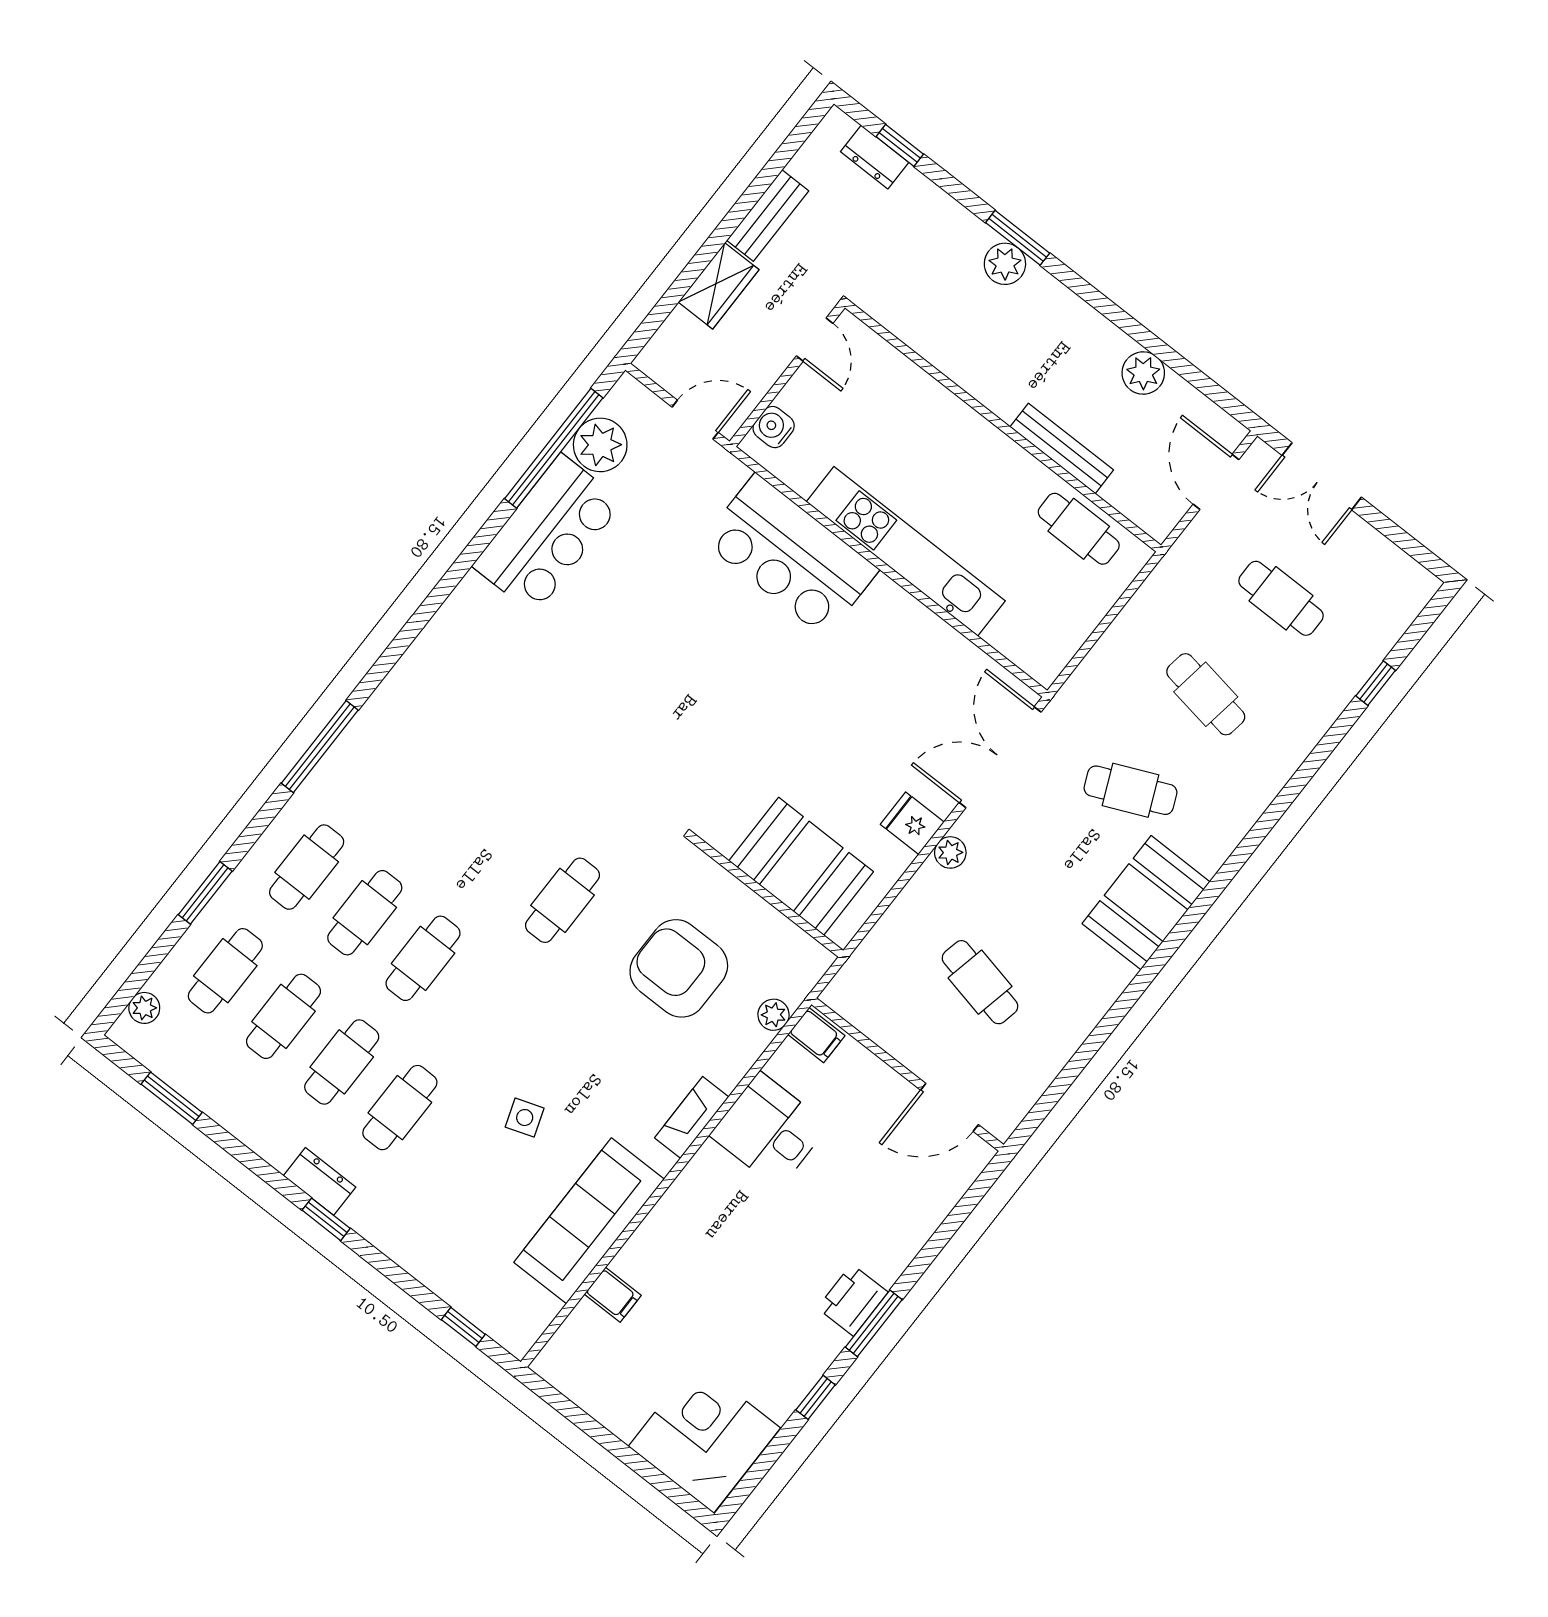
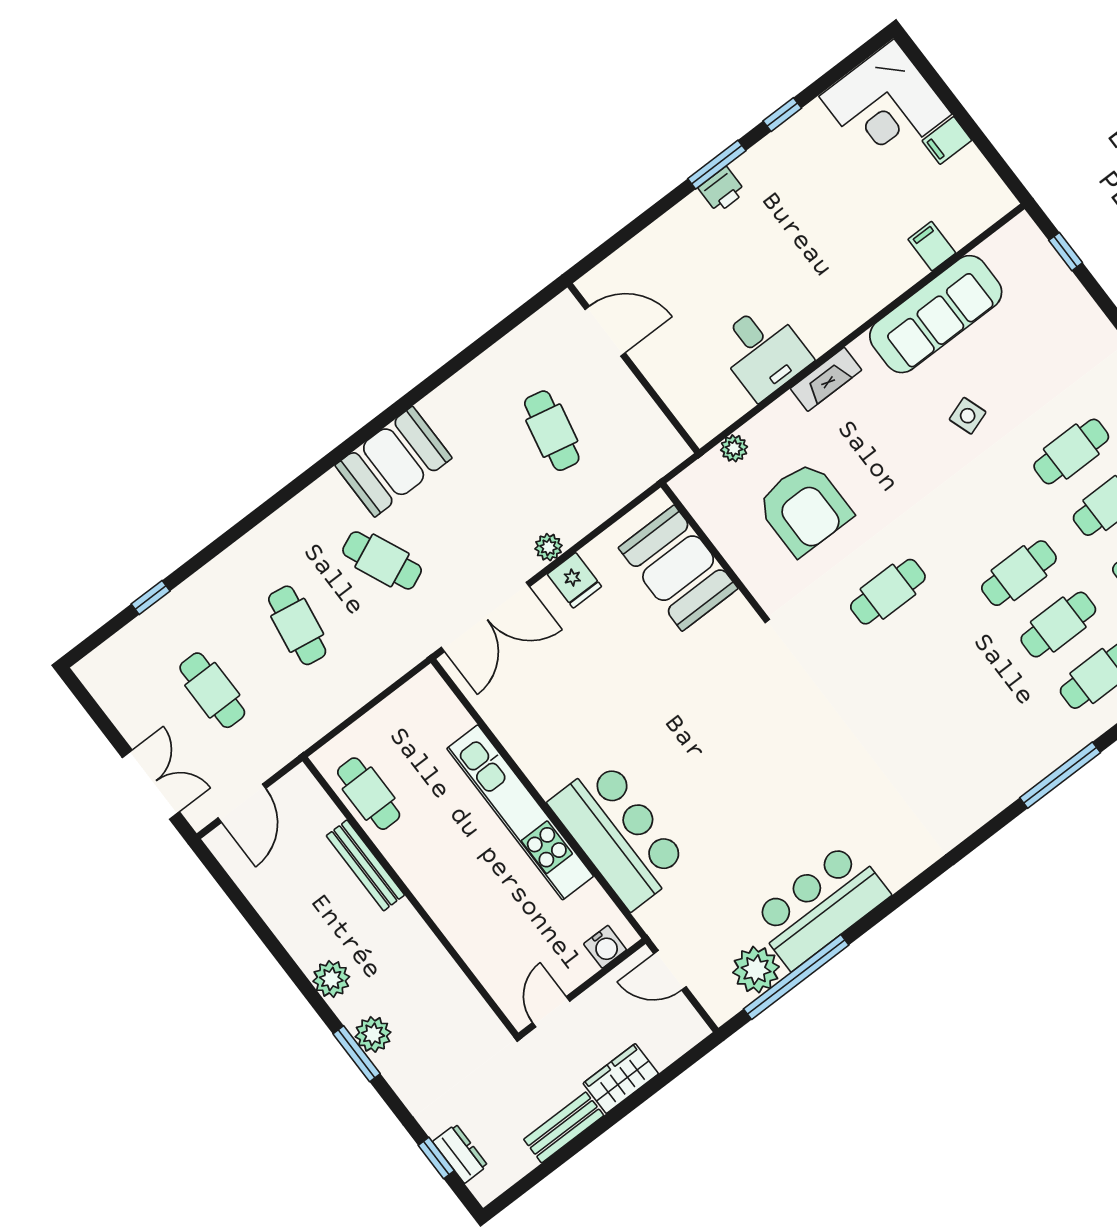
plant: (1143, 373) -> (331, 979), moved
filing cabinet: (816, 1035) -> (947, 140), moved, turned -90
printer: (853, 1300) -> (722, 190), width x0.73, depth x0.81

